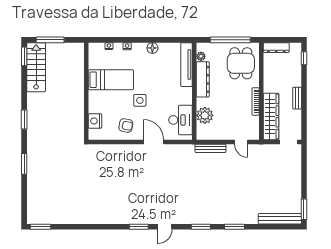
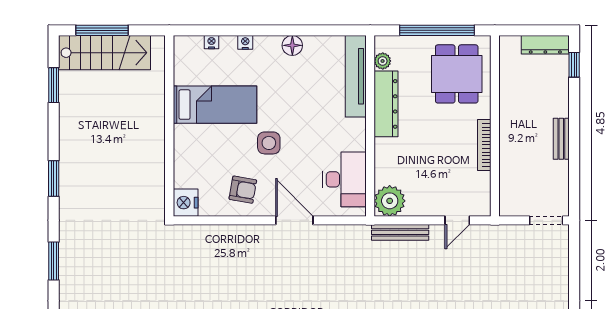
dresser: (276, 48) -> (545, 45), moved
window: (24, 56) -> (54, 85), moved
stairs: (36, 67) -> (105, 53), moved, turned 90
plant: (205, 115) -> (390, 201), moved
wardrobe: (271, 116) -> (513, 173), removed
nightstand: (95, 121) -> (186, 203), moved
door: (241, 142) -> (457, 220), hinge flipped

